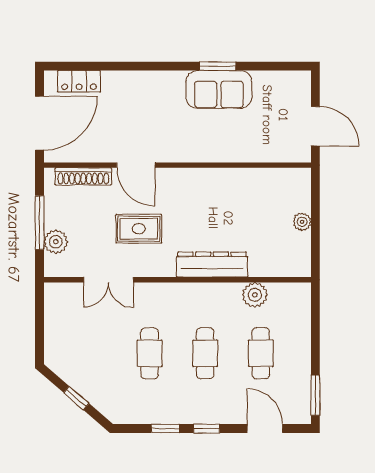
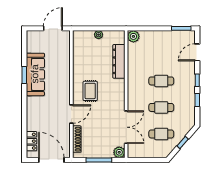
sofa: (219, 89) -> (35, 74), width x1.36
rug: (139, 229) -> (90, 91), moved
plant: (56, 242) -> (119, 152), moved
dresser: (212, 265) -> (119, 61), moved
double door: (108, 280) -> (126, 127), width x1.37
plant: (255, 295) -> (133, 36), moved
cafe table: (261, 353) -> (161, 134), moved

